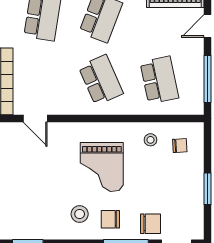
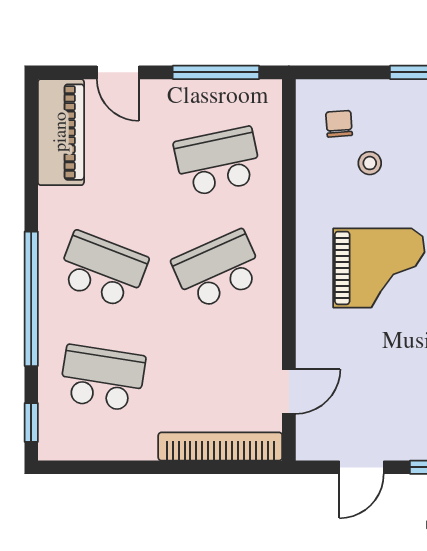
stool: (151, 140) -> (370, 163), moved

